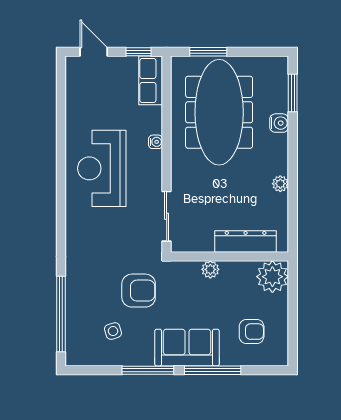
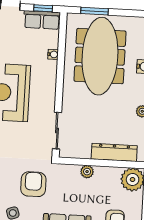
row of seats: (151, 80) -> (42, 20), moved, turned -90
water cooler: (156, 142) -> (53, 54), moved
armchair: (139, 291) -> (33, 184), turned -90

